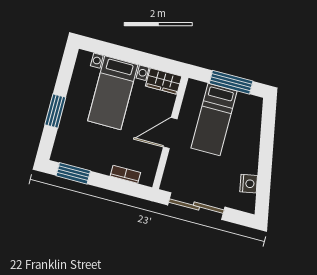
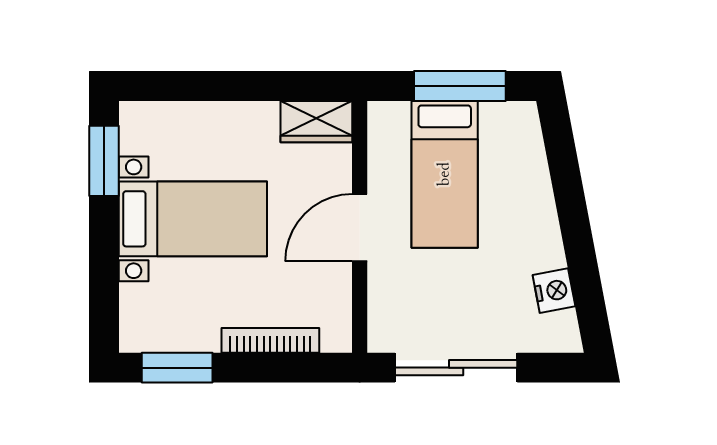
bed with nightstands: (113, 93) -> (193, 219), moved, turned -90
window: (55, 111) -> (104, 161), moved
bookcase: (125, 174) -> (270, 340), width x1.56

